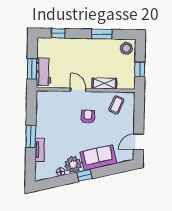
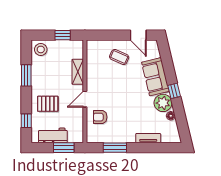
pallet: (74, 54) -> (48, 104), added
workbench: (44, 72) -> (53, 135), moved
coffee table: (116, 105) -> (119, 57), moved
armchair: (88, 117) -> (100, 117), moved
window: (31, 136) -> (115, 148), moved

